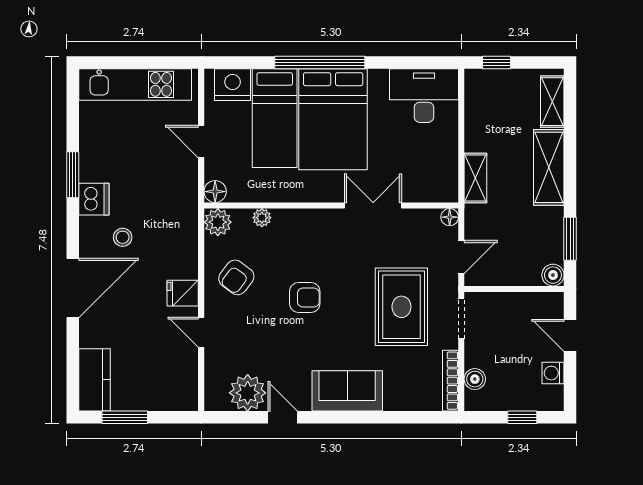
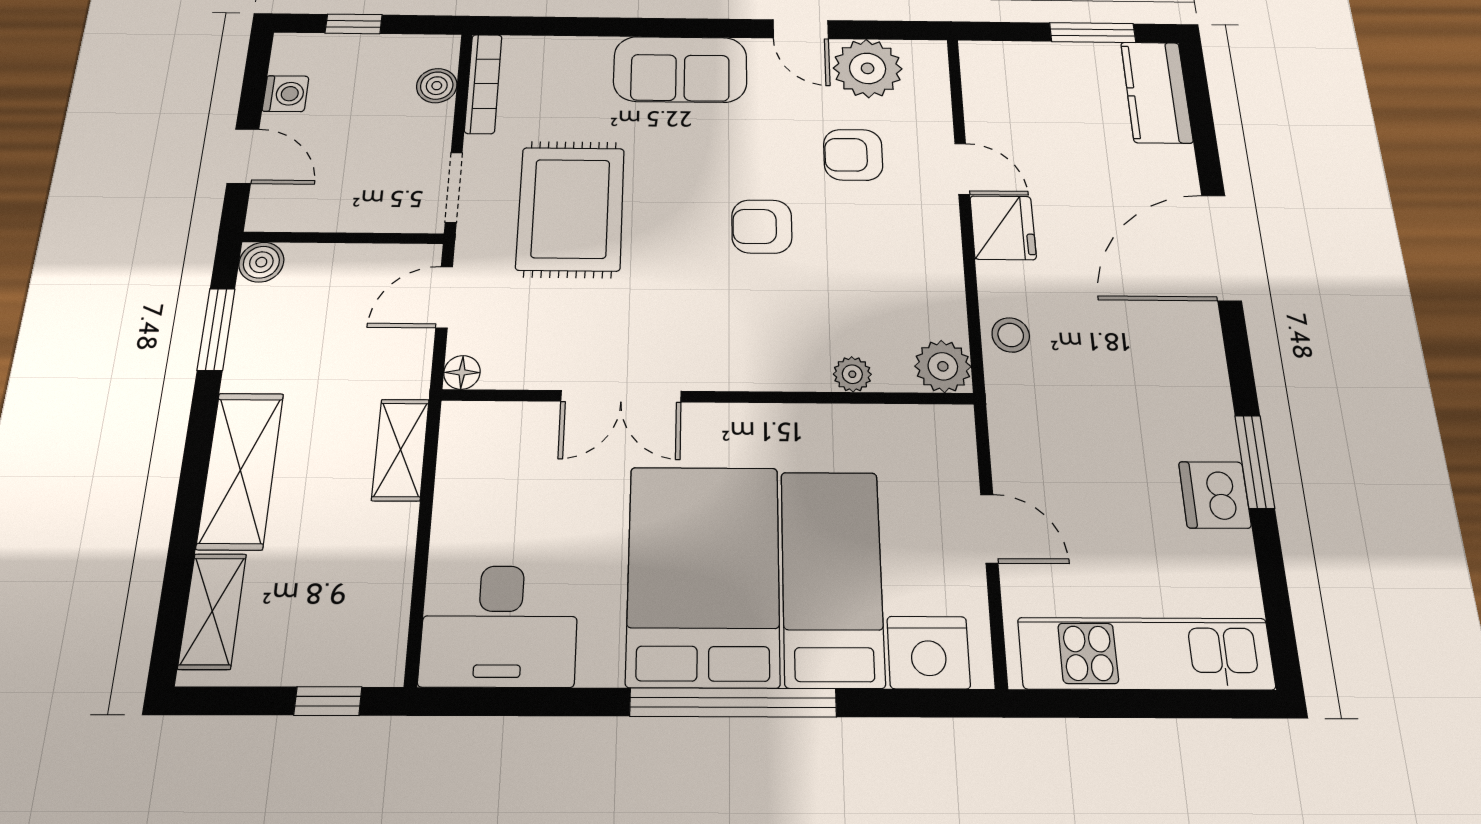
floor lamp: (215, 192) -> (952, 426), removed
dishwasher: (94, 199) -> (1215, 495), moved
stool: (123, 237) -> (1011, 335), moved
armchair: (236, 277) -> (853, 155), moved, turned -127
fridge: (183, 293) -> (1003, 228), width x1.38

